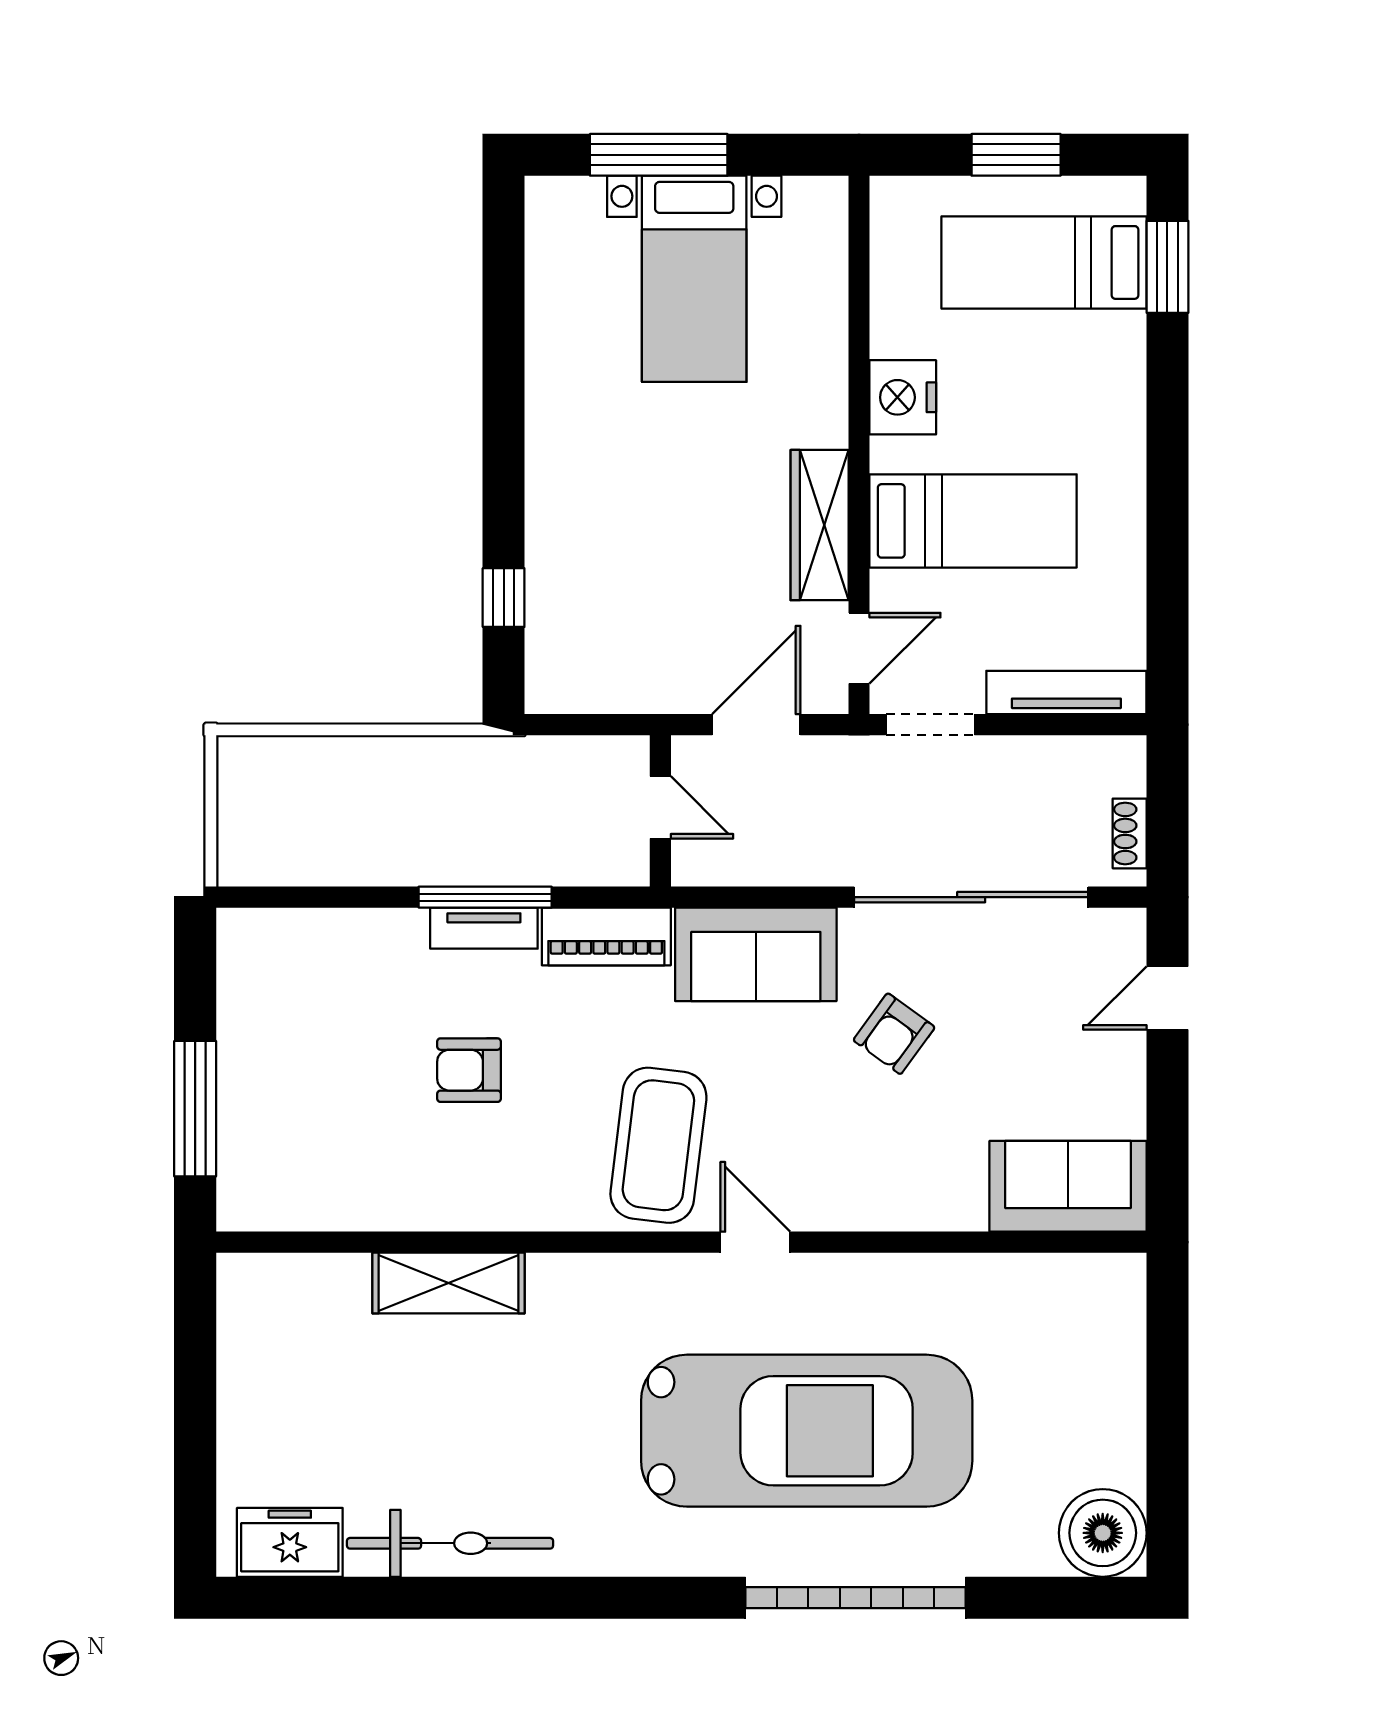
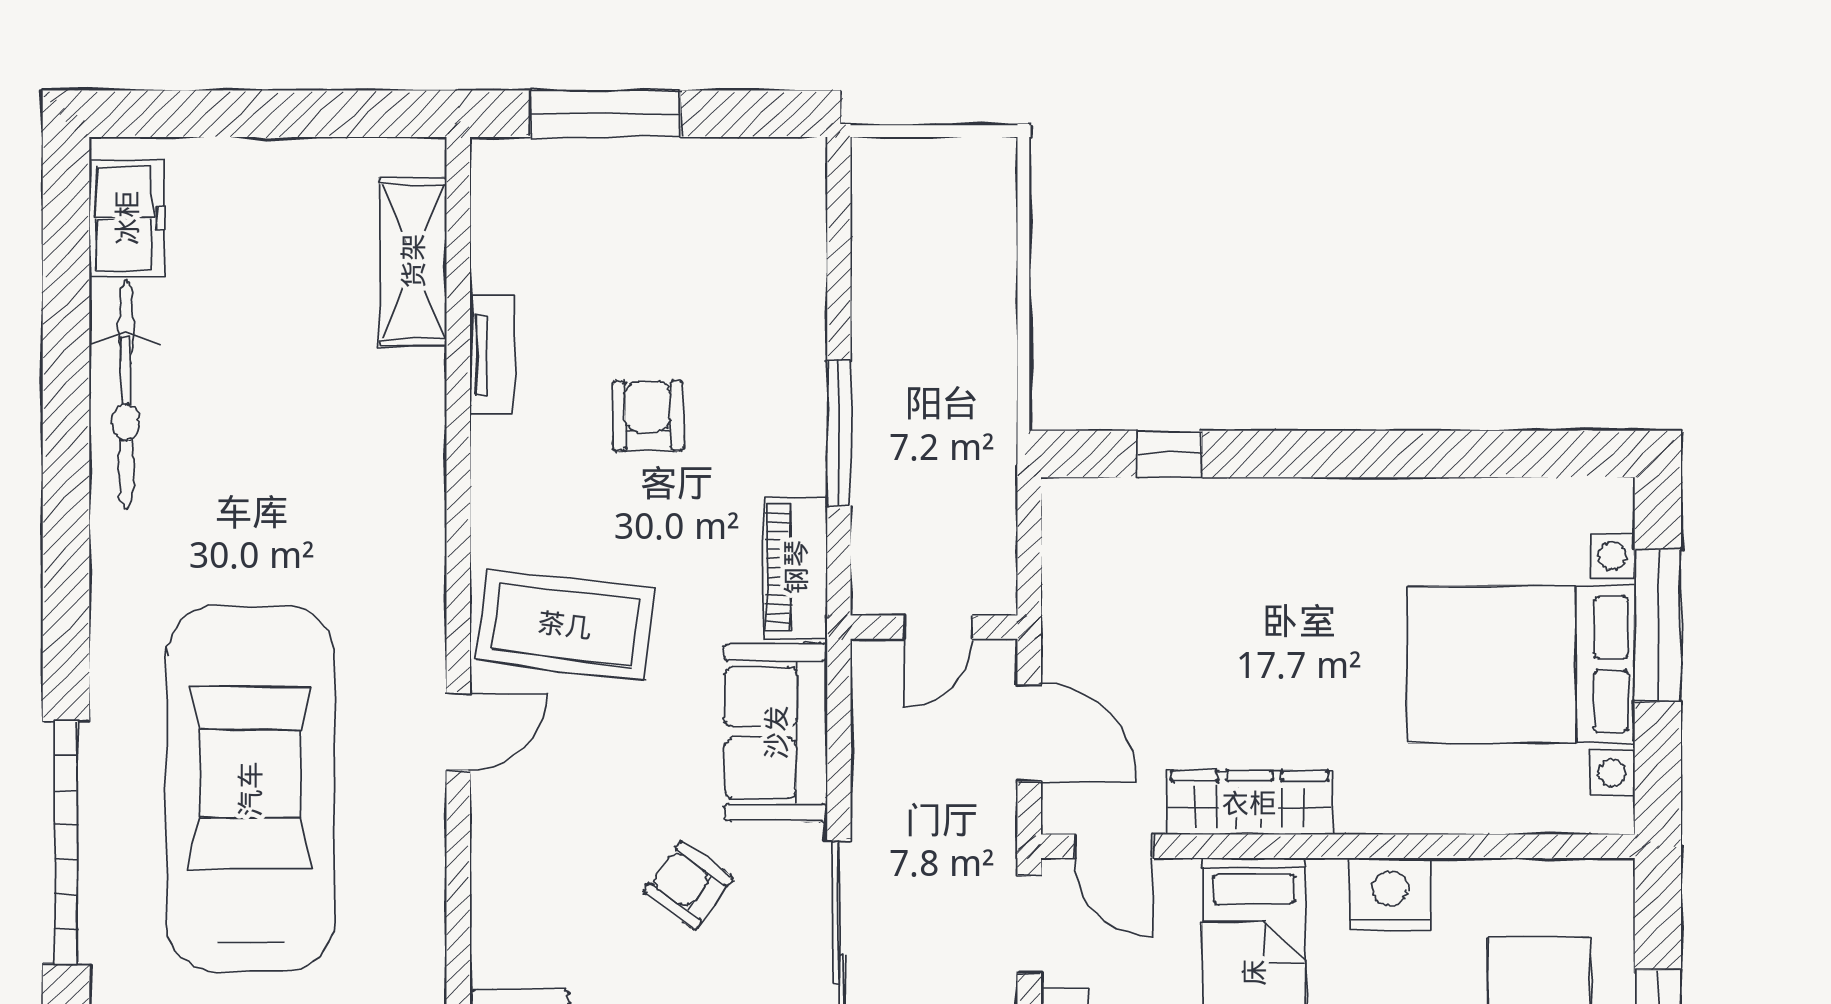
bed with nightstands: (694, 279) -> (1521, 664), width x1.36
tv unit: (484, 928) -> (492, 355), moved, turned 180
shelving: (449, 1283) -> (413, 261), moved
car: (807, 1431) -> (250, 789), turned 180

